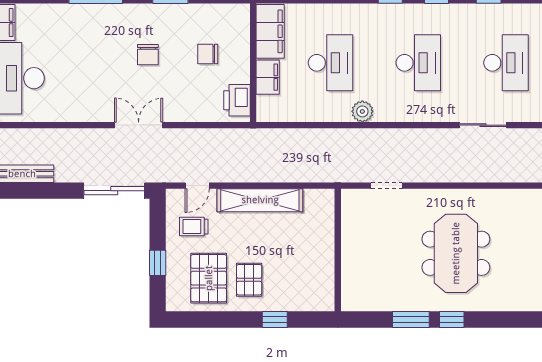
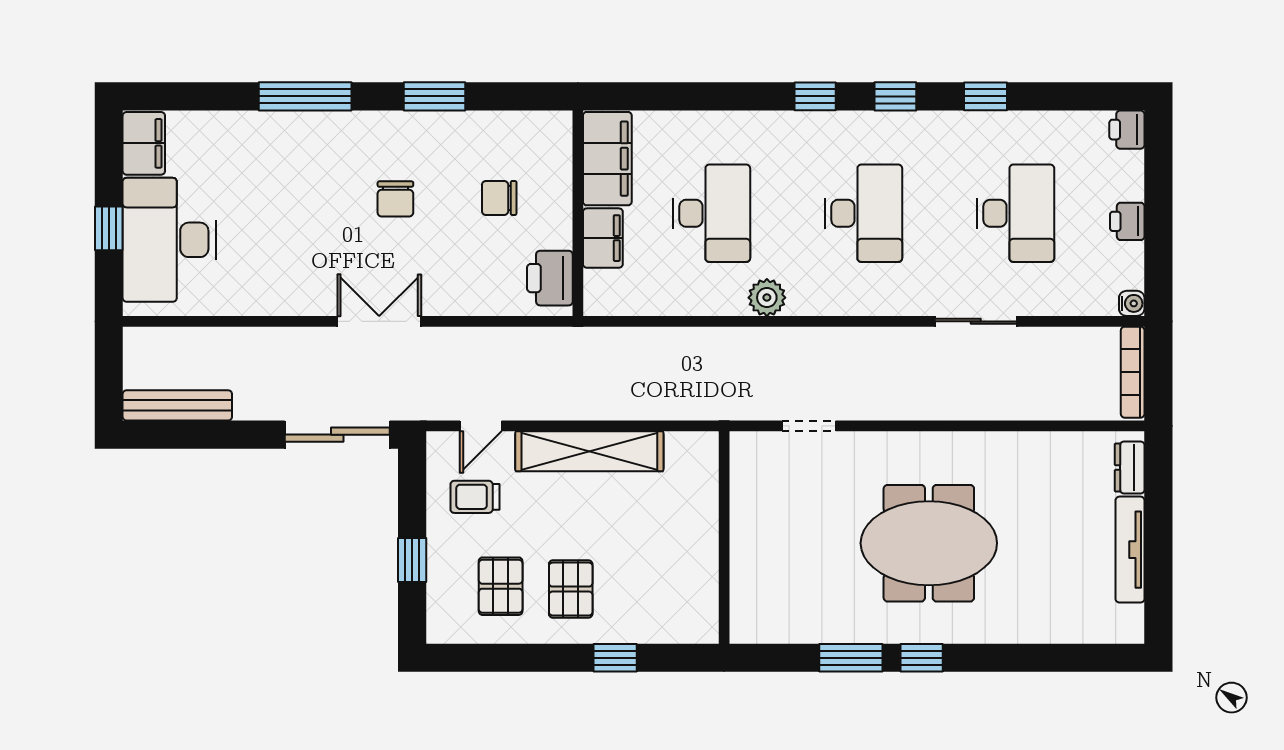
meeting table: (456, 253) -> (929, 543), turned 90
pallet: (209, 278) -> (501, 586), width x0.67, depth x0.71

